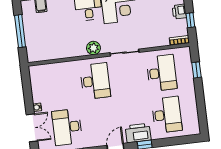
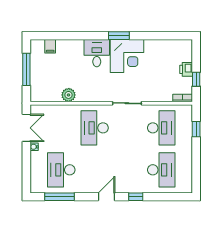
plant: (93, 48) -> (69, 95), moved
desk: (95, 81) -> (95, 128), turned 180
double door: (32, 128) -> (26, 128), moved
printer: (138, 133) -> (131, 184), removed

